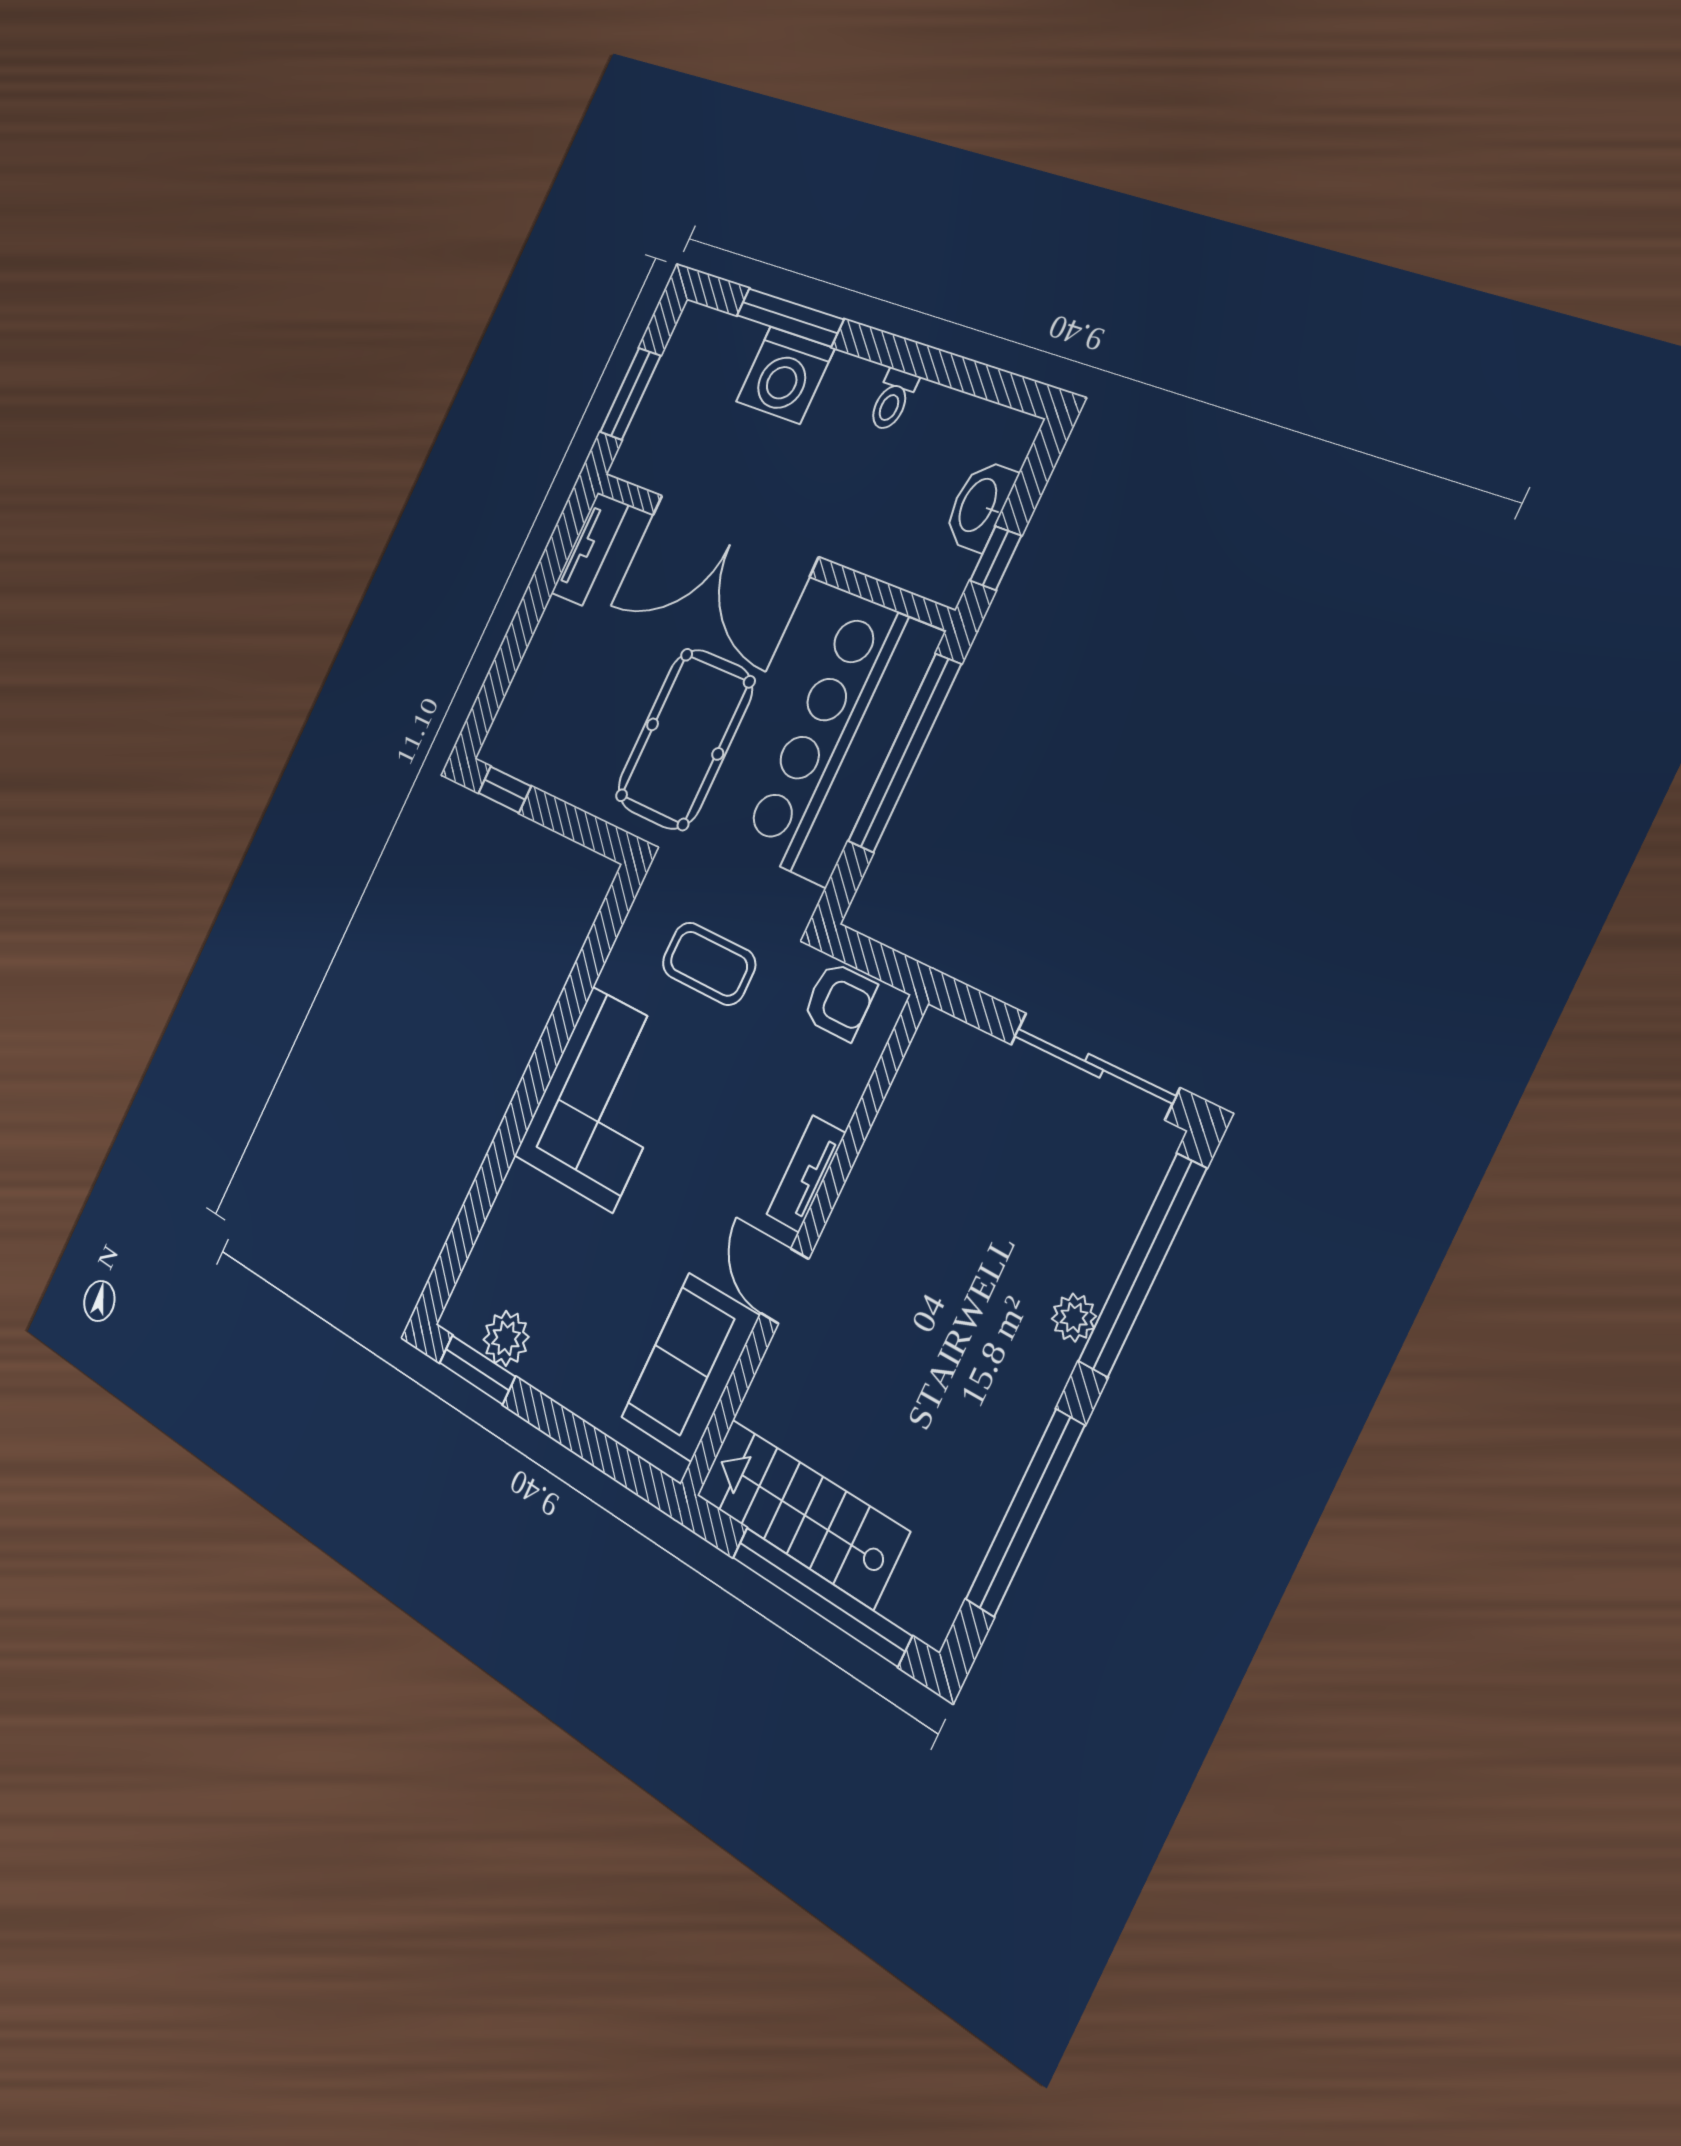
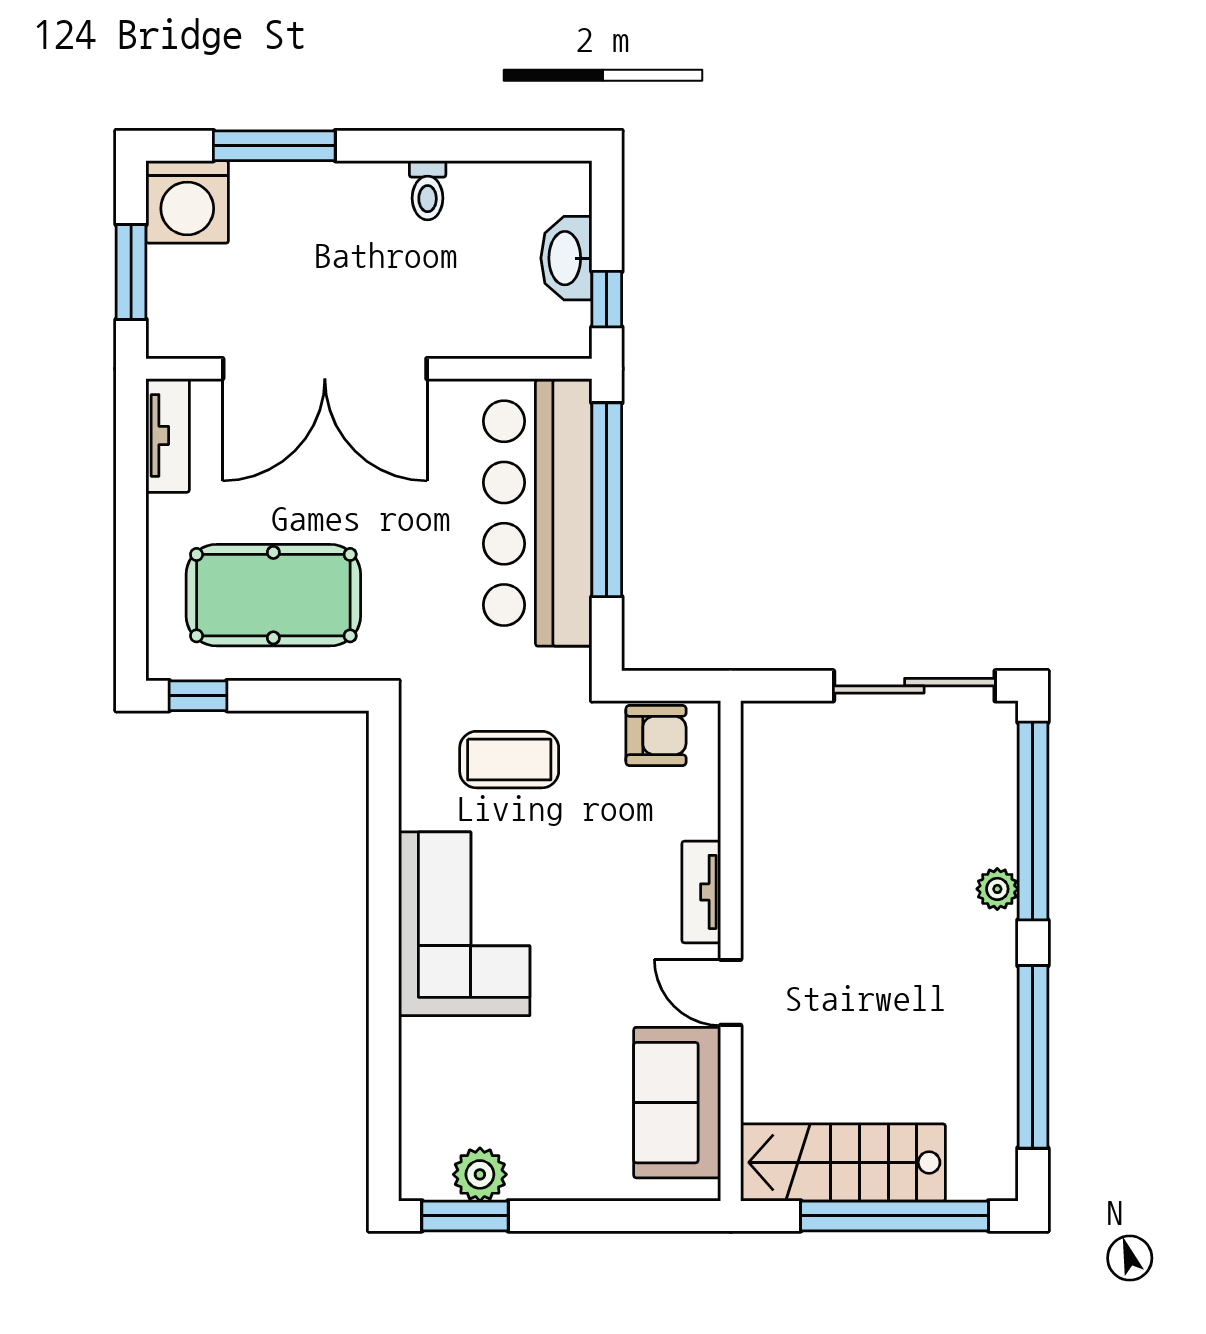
washing machine: (785, 375) -> (187, 202), moved
pool table: (685, 739) -> (273, 595), moved, turned 90

